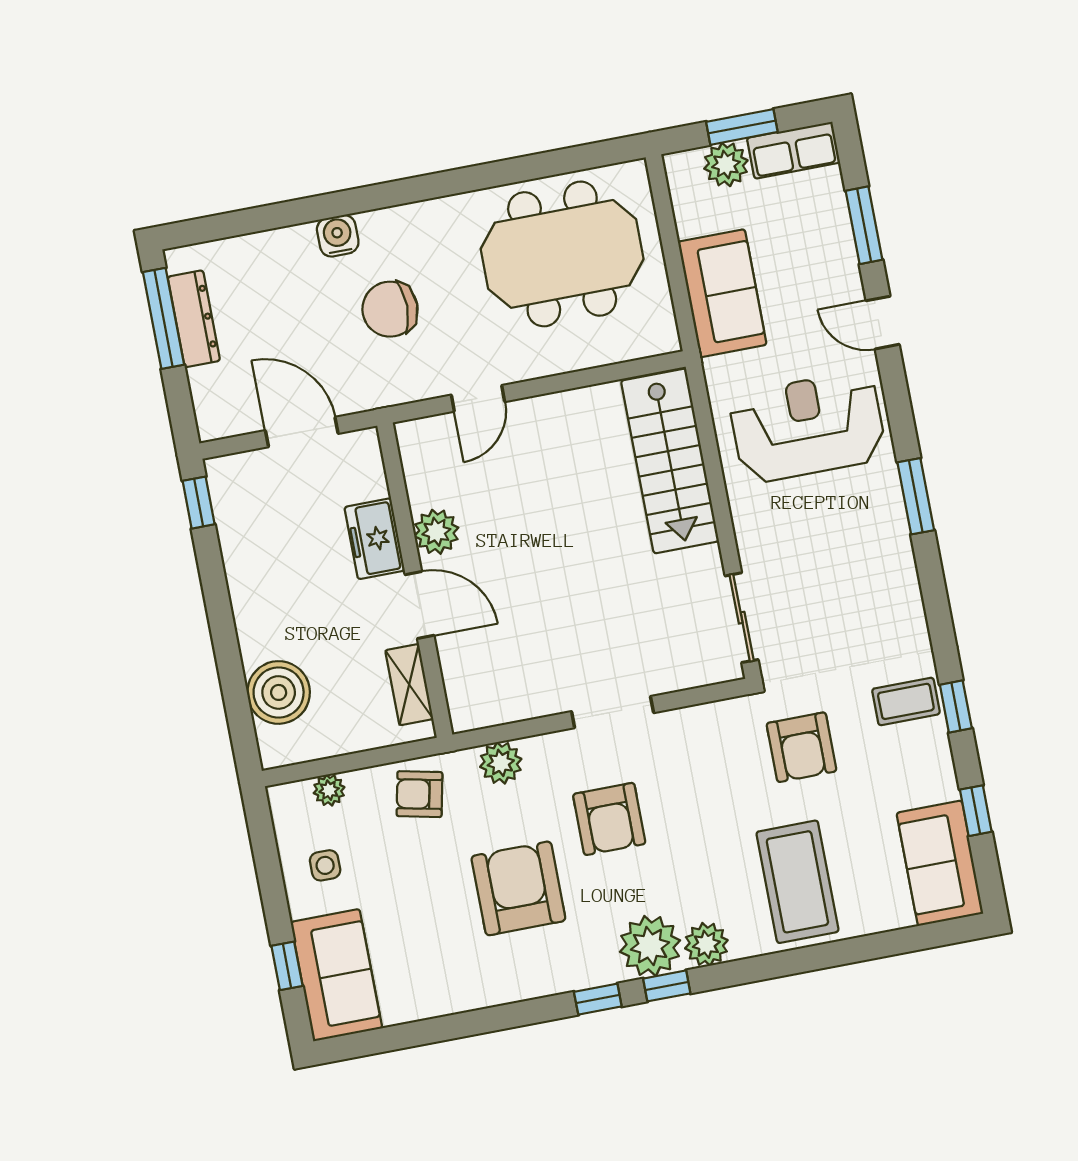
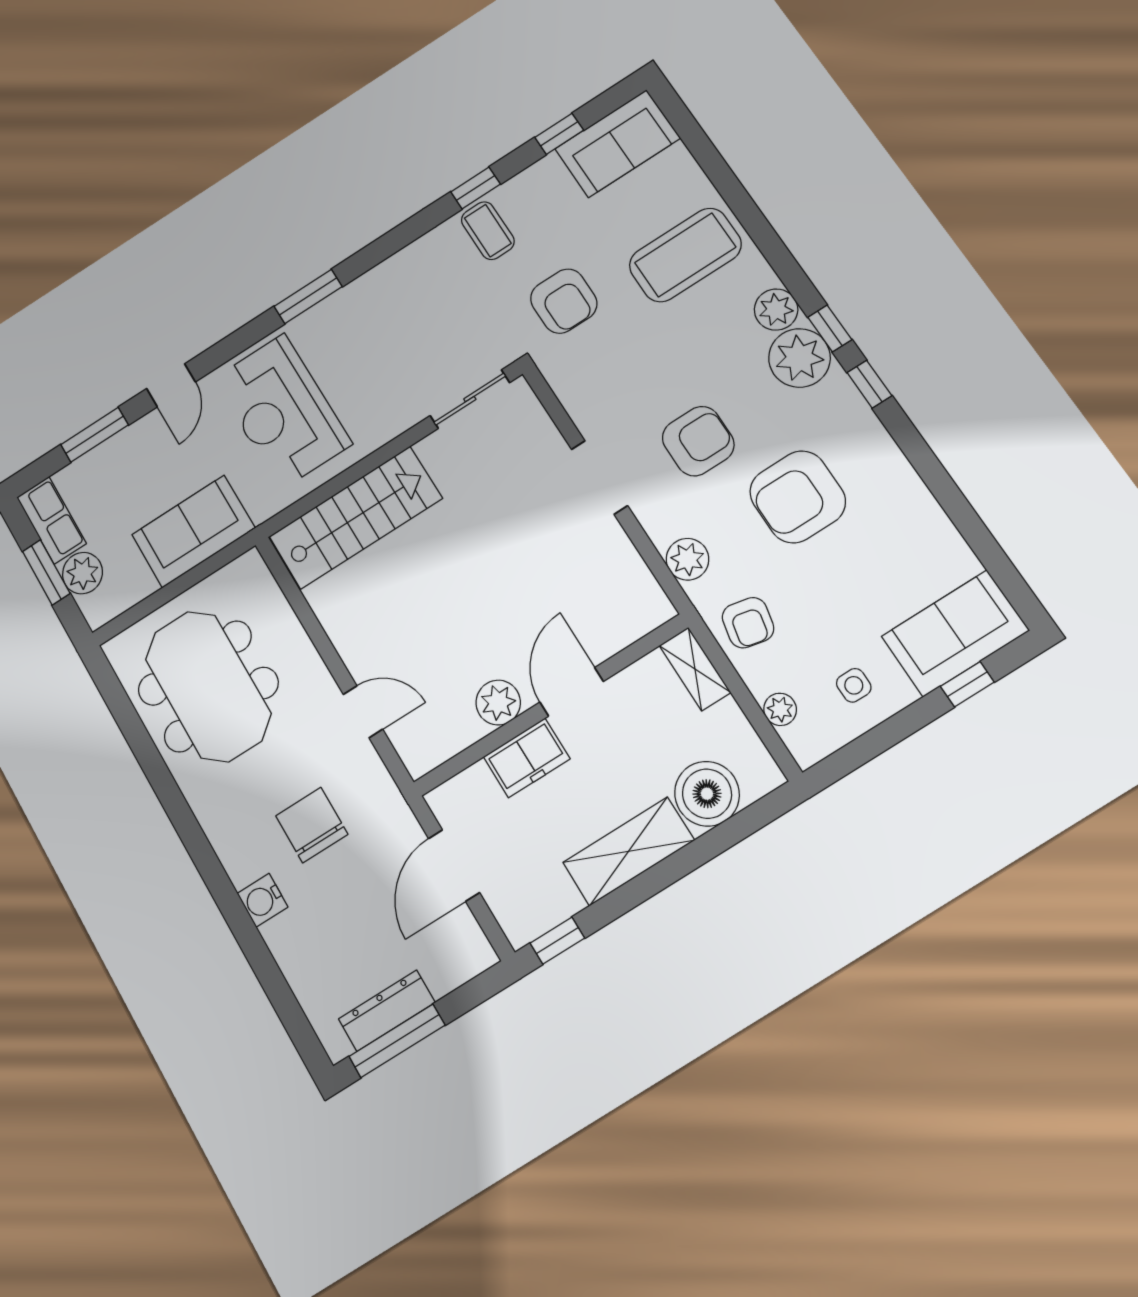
chair: (390, 309) -> (312, 825), turned 180
shelving: (254, 600) -> (629, 851), added
shelving: (409, 685) -> (695, 669), moved, turned 90
armchair: (801, 747) -> (564, 301), turned 90

